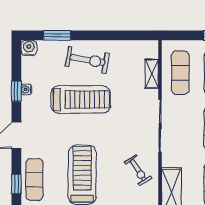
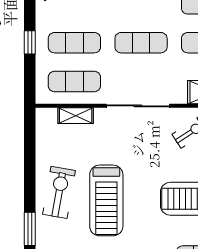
treadmill: (81, 99) -> (106, 200), turned 180

